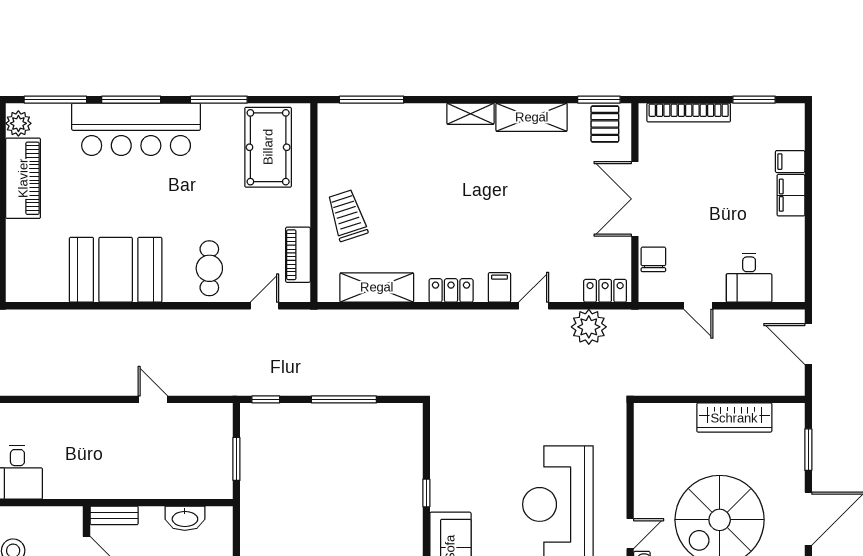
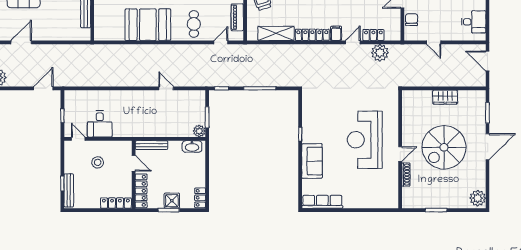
desk: (749, 278) -> (474, 22), moved, turned -90
locker: (451, 290) -> (312, 35), width x1.53
locker: (605, 291) -> (373, 35), moved
wardrobe: (734, 418) -> (445, 97), width x0.67
plant: (220, 487) -> (199, 131), added
bench: (114, 515) -> (151, 145), width x1.36
washbasin: (185, 518) -> (192, 147), moved

